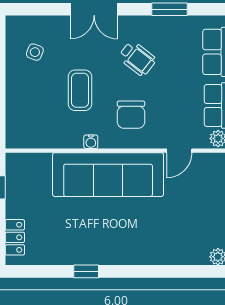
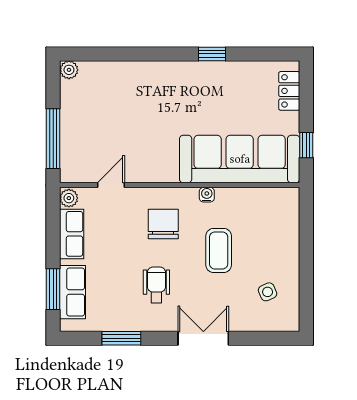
side table: (35, 52) -> (268, 292), turned 45
wheelchair: (137, 58) -> (156, 285), turned 52
sofa: (108, 175) -> (240, 159), moved

